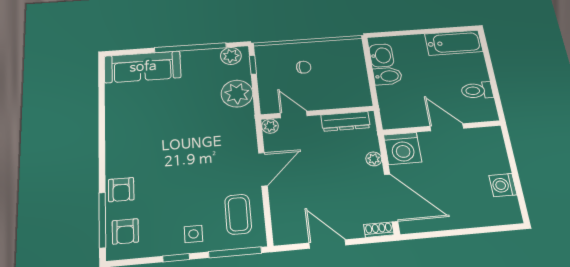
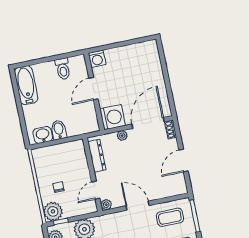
plant: (269, 57) -> (53, 211), added
washing machine: (503, 185) -> (97, 59), moved

